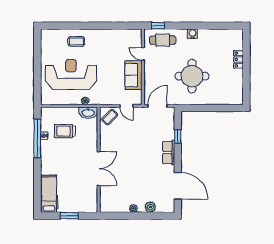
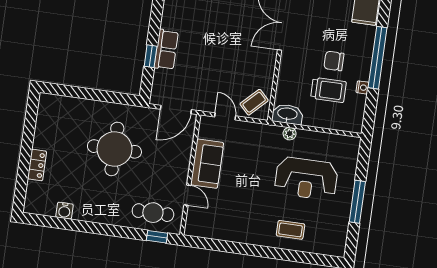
water cooler: (192, 34) -> (64, 211), moved
window: (37, 65) -> (357, 202), added
reception desk: (71, 75) -> (306, 178), width x0.74, depth x0.77
window: (37, 138) -> (378, 58), moved
chair: (64, 150) -> (334, 61), added
row of seats: (169, 153) -> (166, 50), moved

